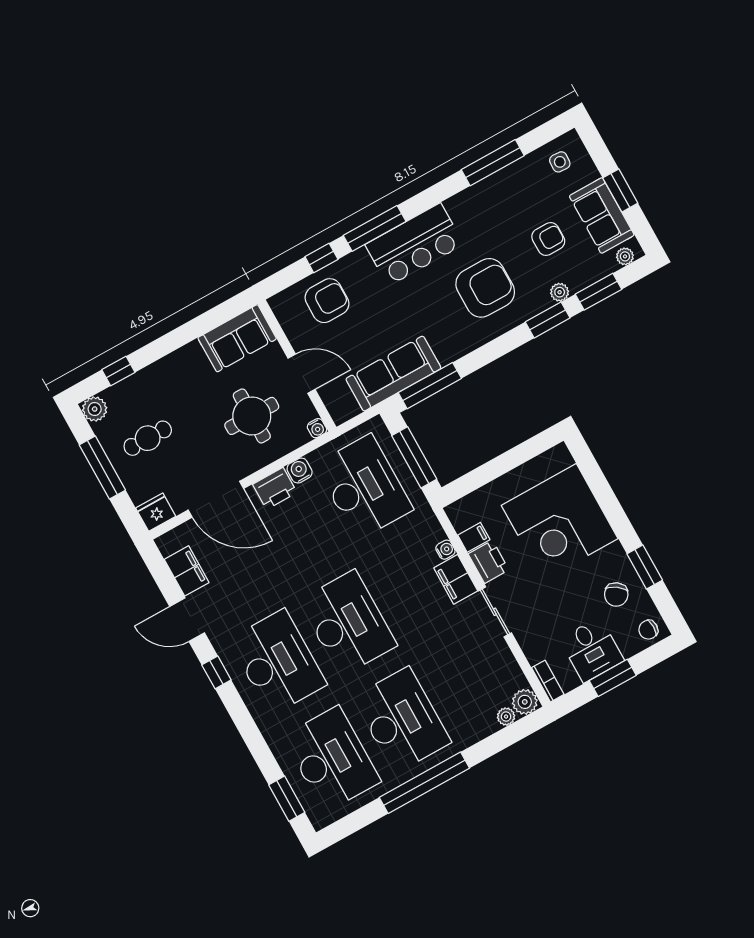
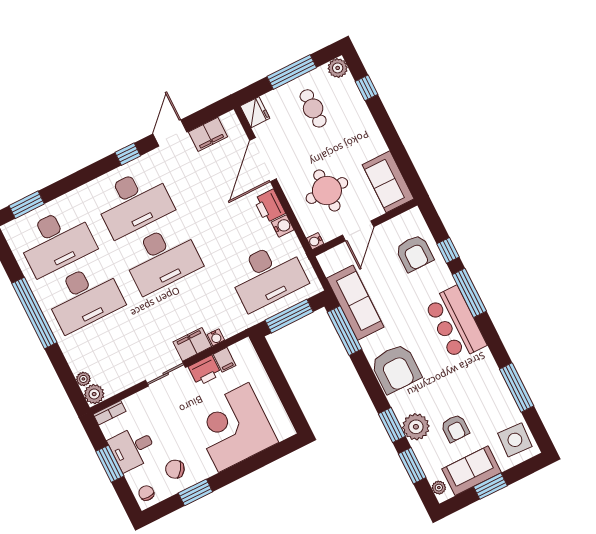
side table: (560, 162) -> (515, 440), width x1.87, depth x1.87
armchair: (485, 288) -> (396, 369), moved
plant: (560, 292) -> (416, 427), width x1.87, depth x1.87

